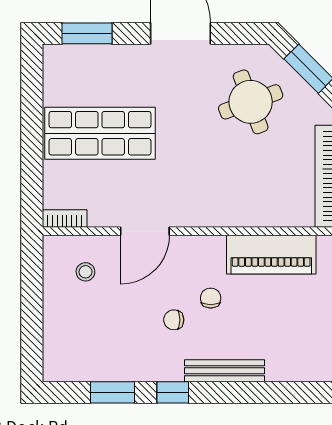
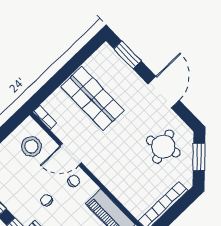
stool: (85, 272) -> (31, 146), width x1.89, depth x1.89
chair: (211, 298) -> (74, 181), moved

